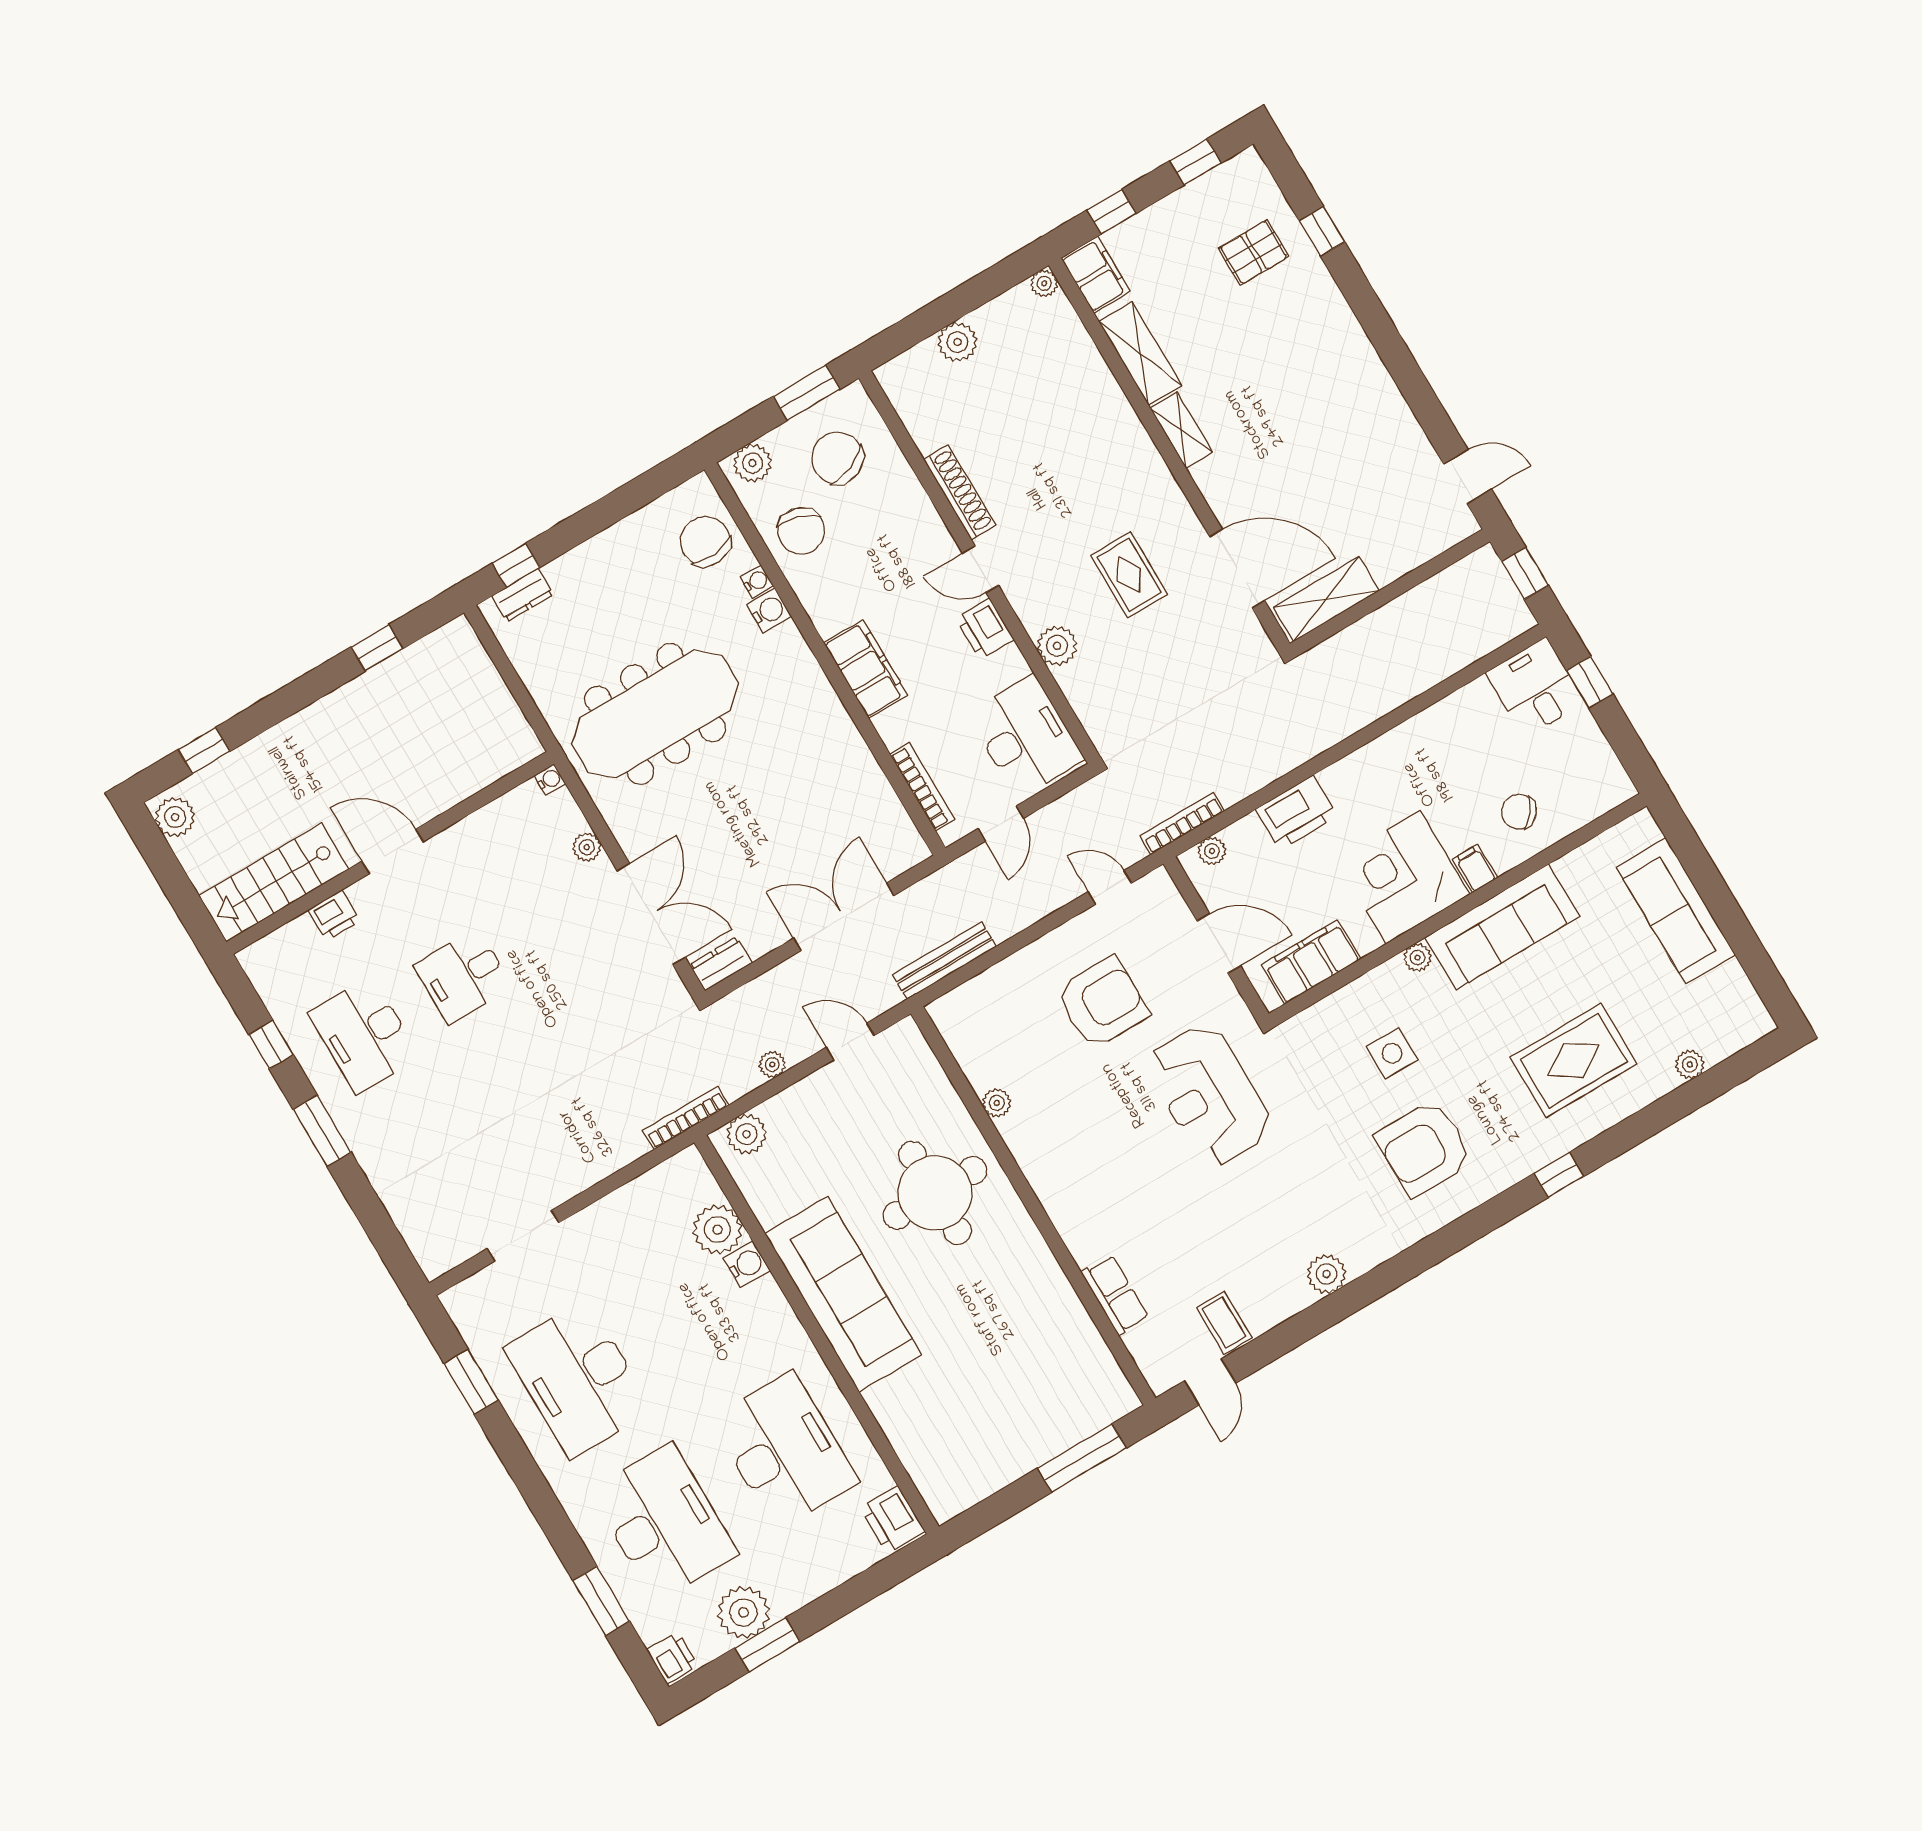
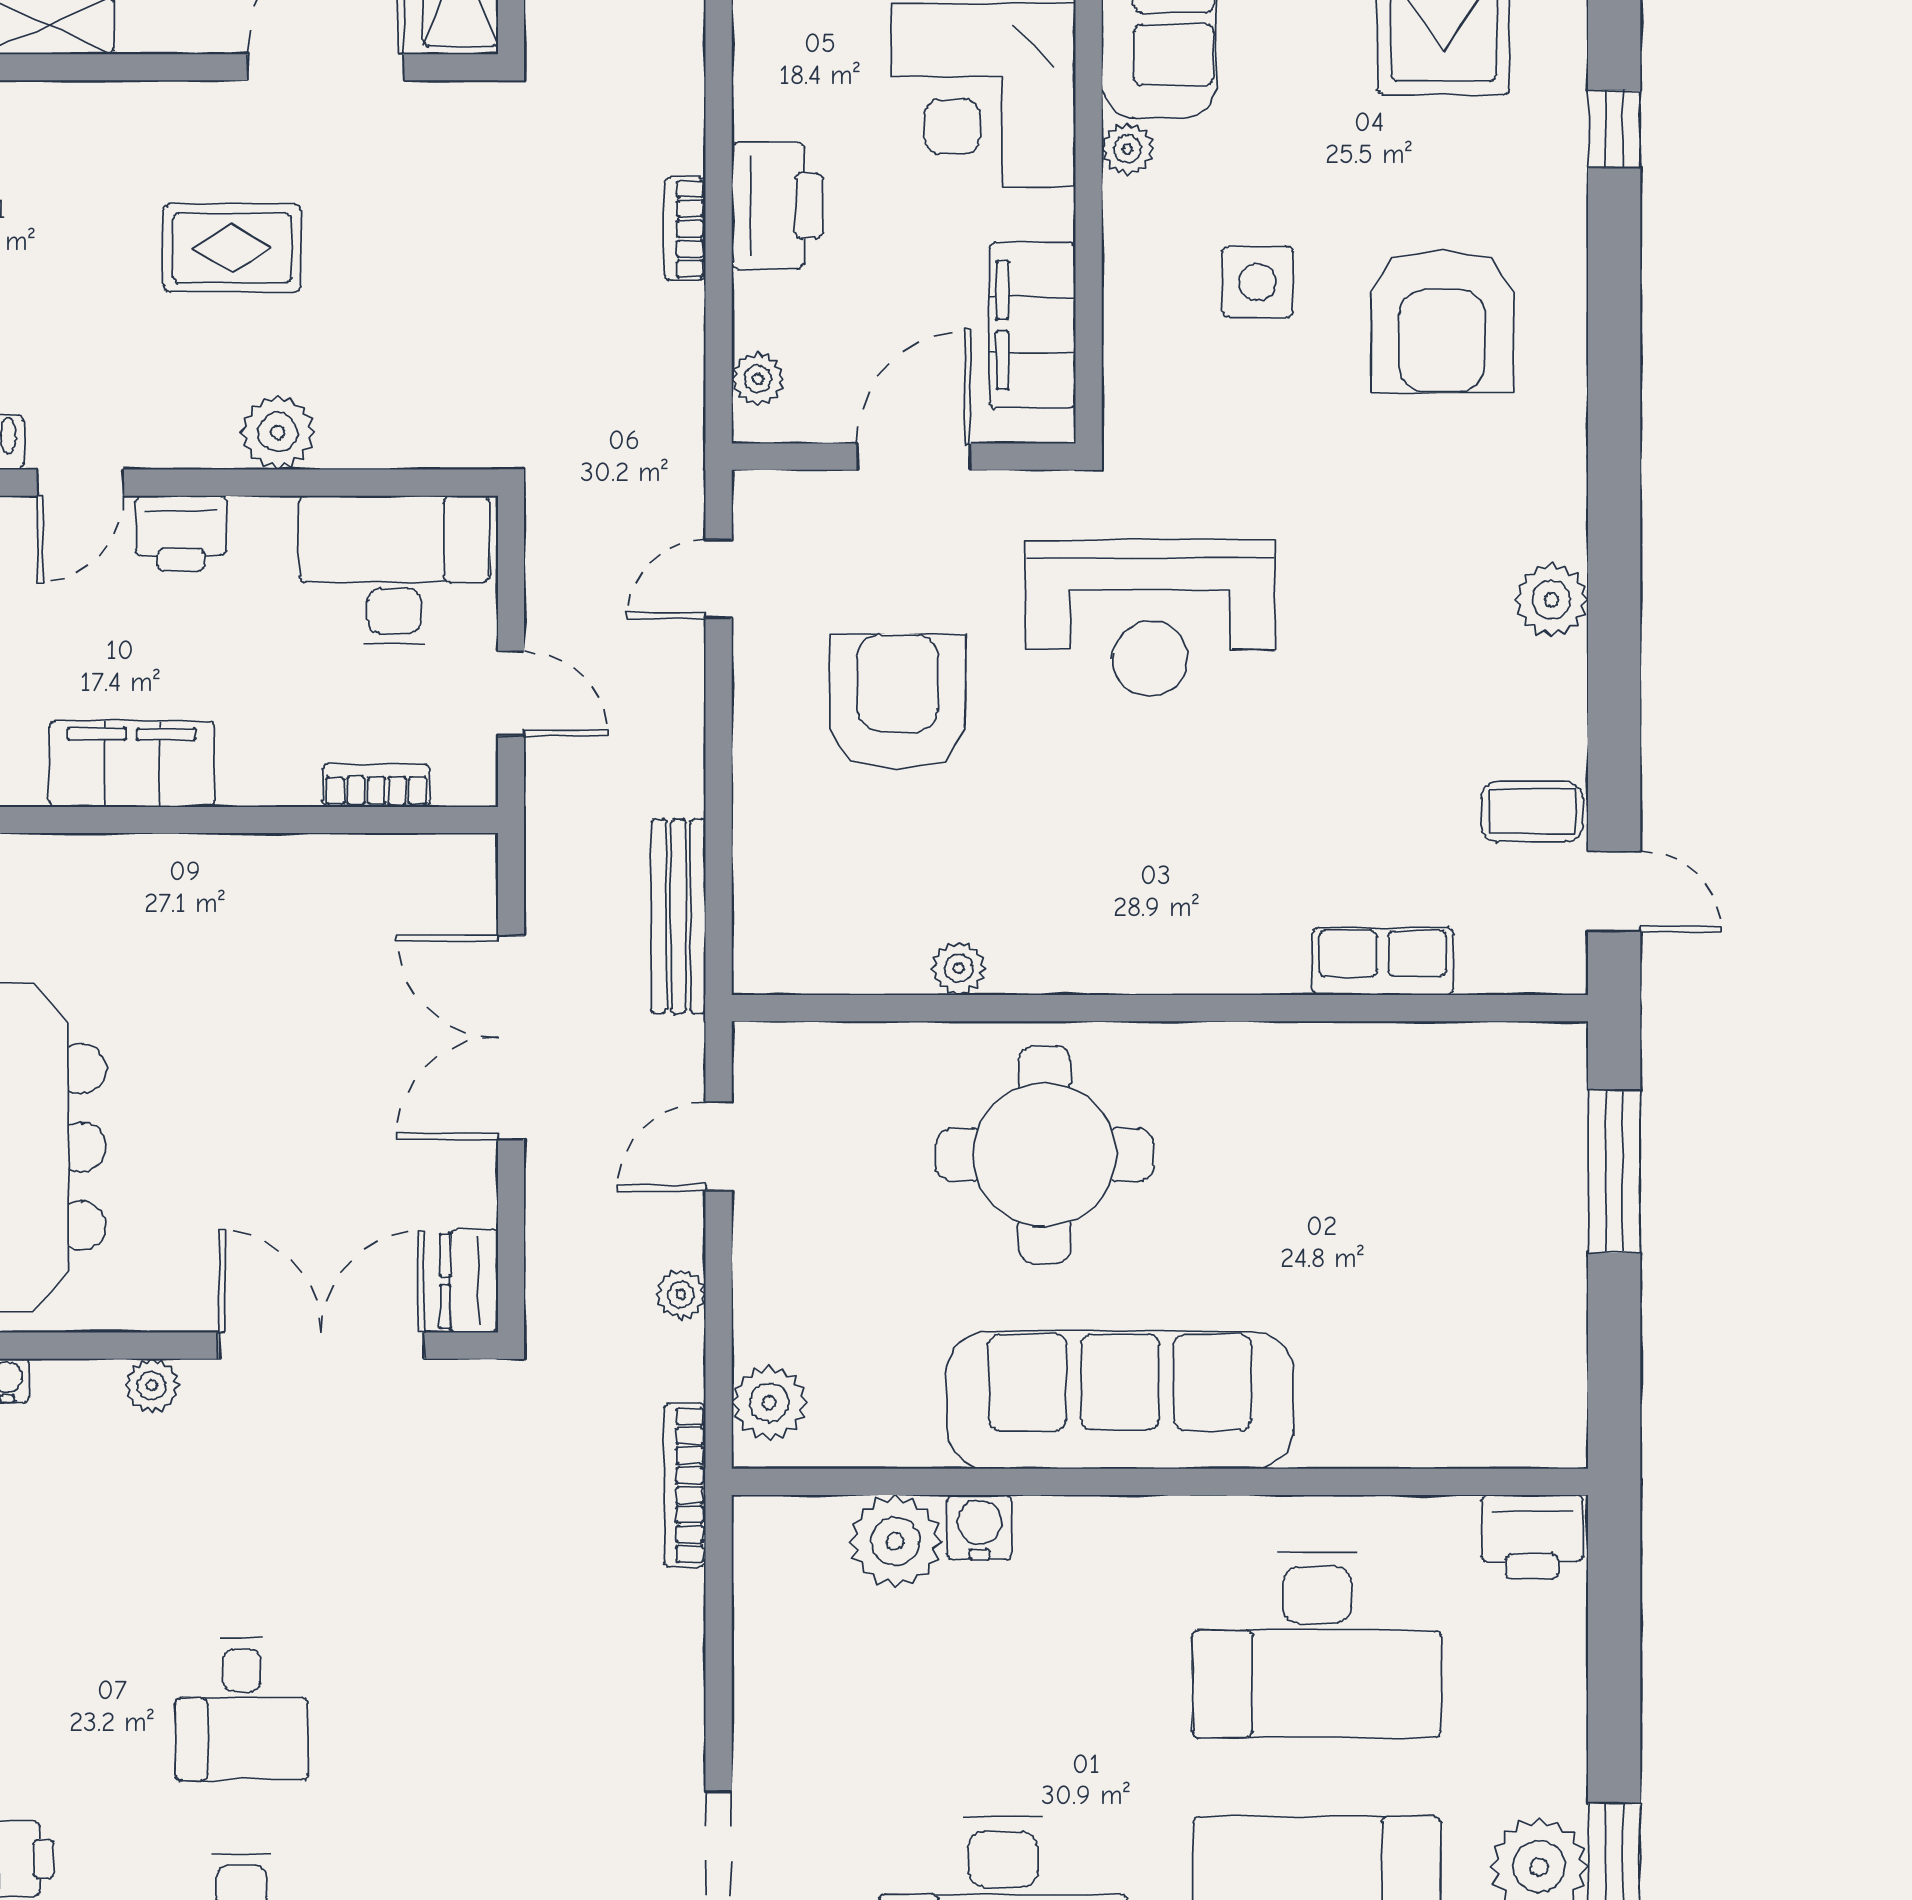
bookcase: (922, 787) -> (376, 785), width x0.64
bookcase: (1182, 823) -> (685, 229), moved, width x0.64
desk: (785, 1451) -> (1317, 1645), turned 180

